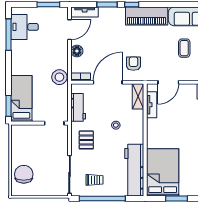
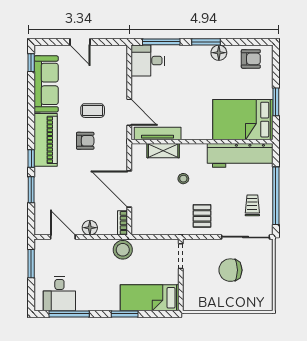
tv unit: (85, 12) -> (41, 218), removed
coffee table: (184, 48) -> (93, 111), moved
armchair: (133, 64) -> (85, 141), moved, turned 180
shelving: (138, 96) -> (163, 151), moved
tv unit: (152, 105) -> (158, 133), width x1.41
window: (9, 106) -> (125, 314), moved
workbench: (78, 107) -> (161, 226), removed
pallet: (86, 140) -> (202, 216), turned 90
chair: (24, 174) -> (230, 270), moved

